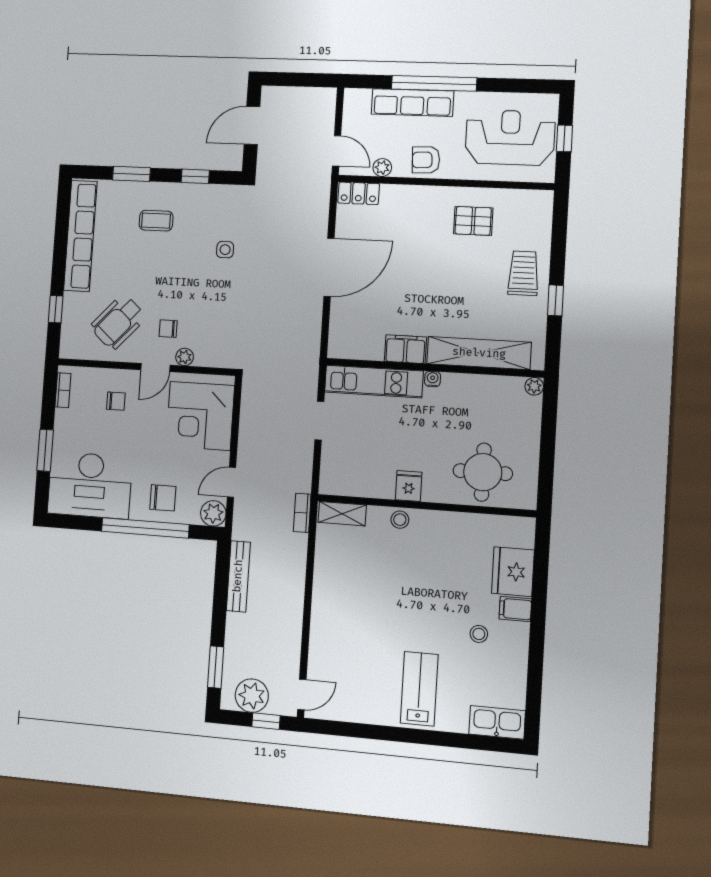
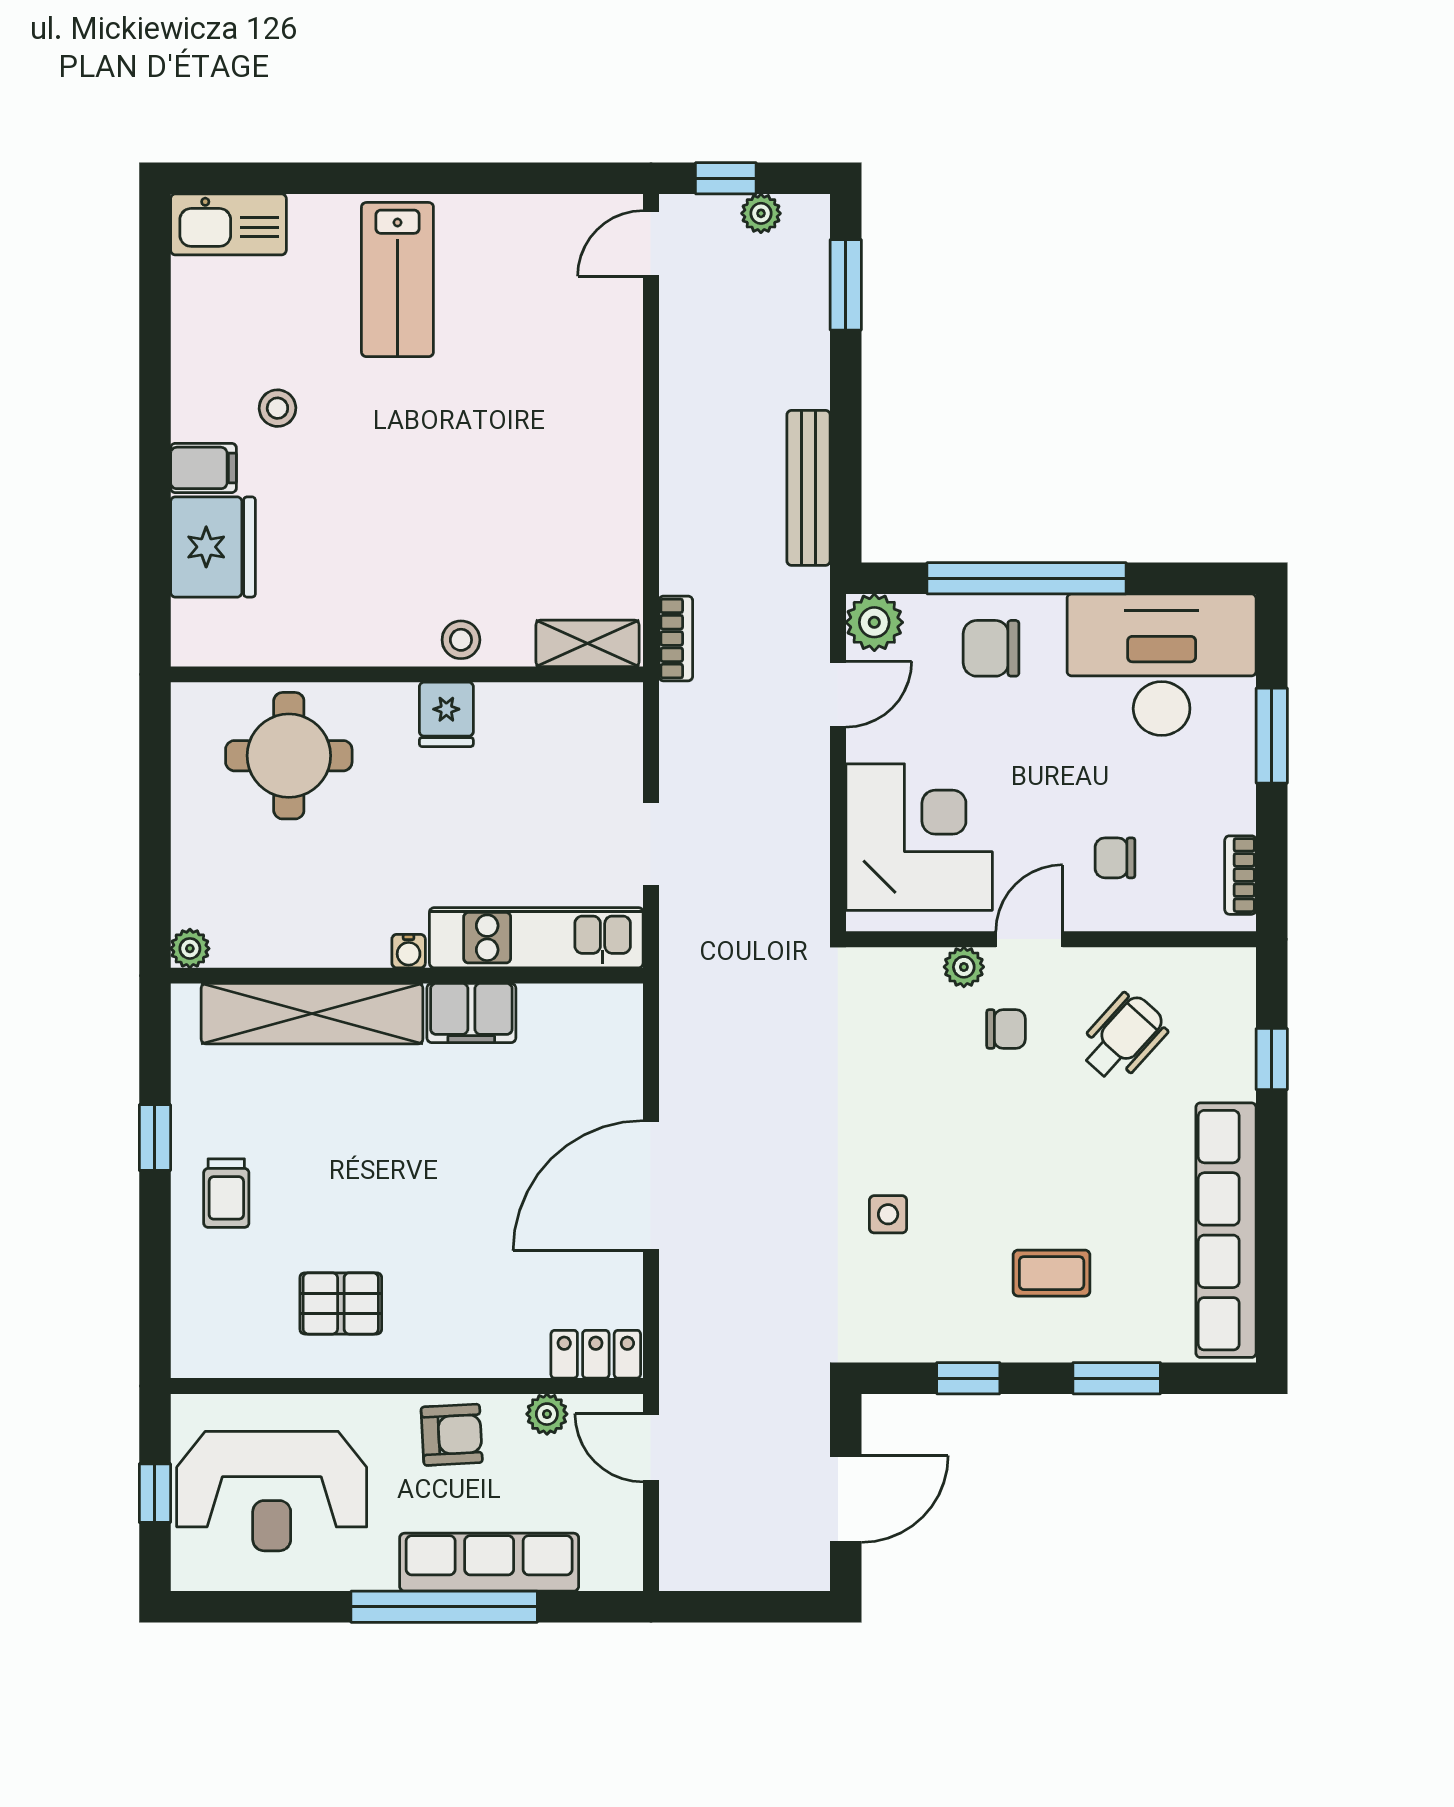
trolley: (523, 273) -> (226, 1193), width x0.73, depth x0.72
wheelchair: (118, 322) -> (1123, 1037), width x0.73, depth x0.73
plant: (252, 696) -> (761, 213), width x0.53, depth x0.53

